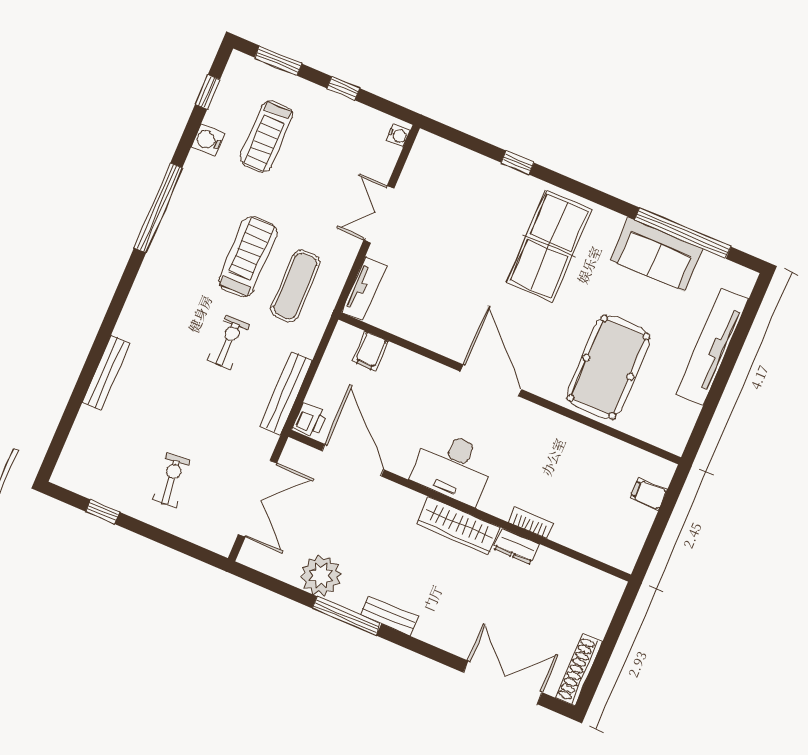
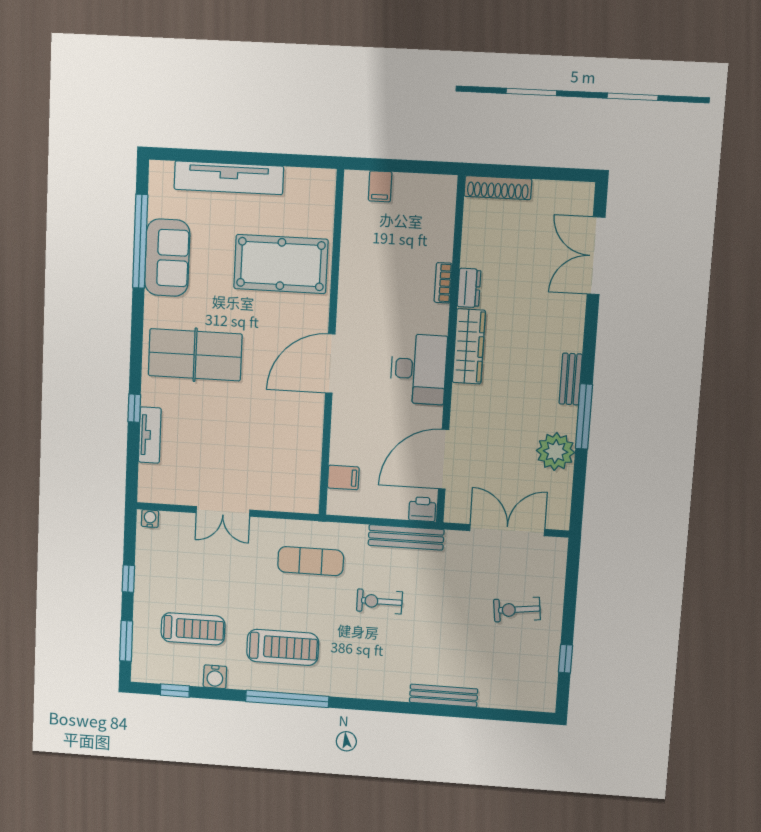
treadmill: (248, 257) -> (283, 647), moved, turned 180
tv unit: (364, 289) -> (150, 435), moved, turned 90
shoe rack: (579, 670) -> (498, 188), moved

